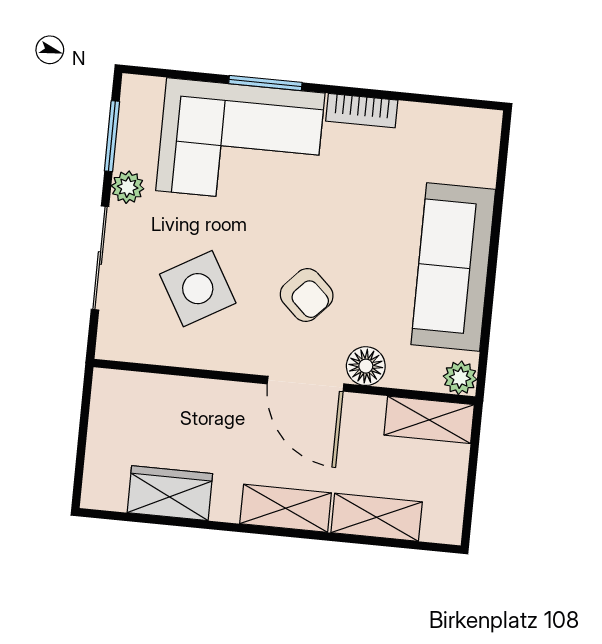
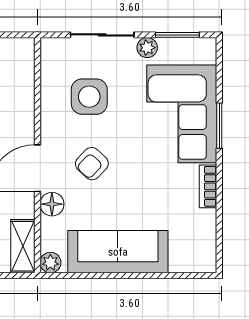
side table: (198, 289) -> (89, 97), turned 30

